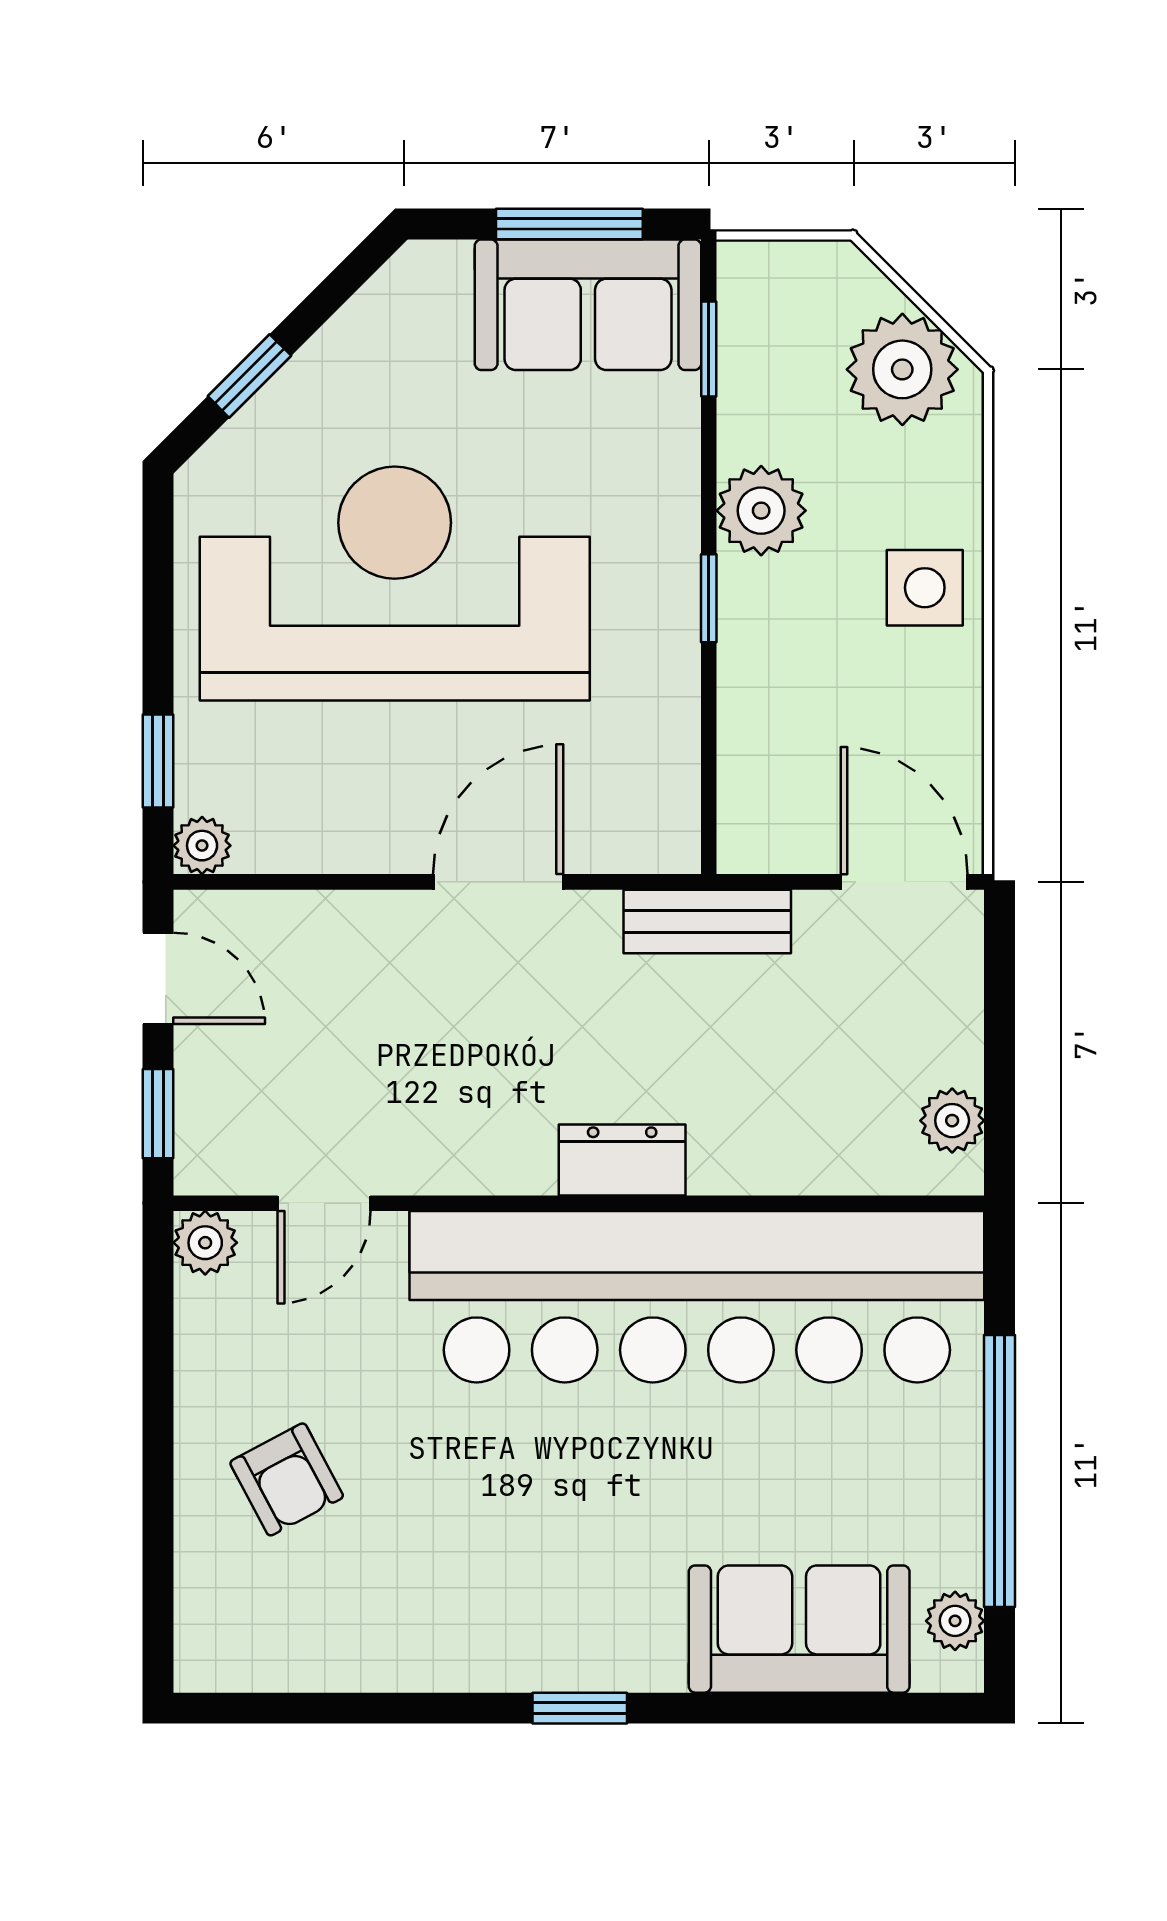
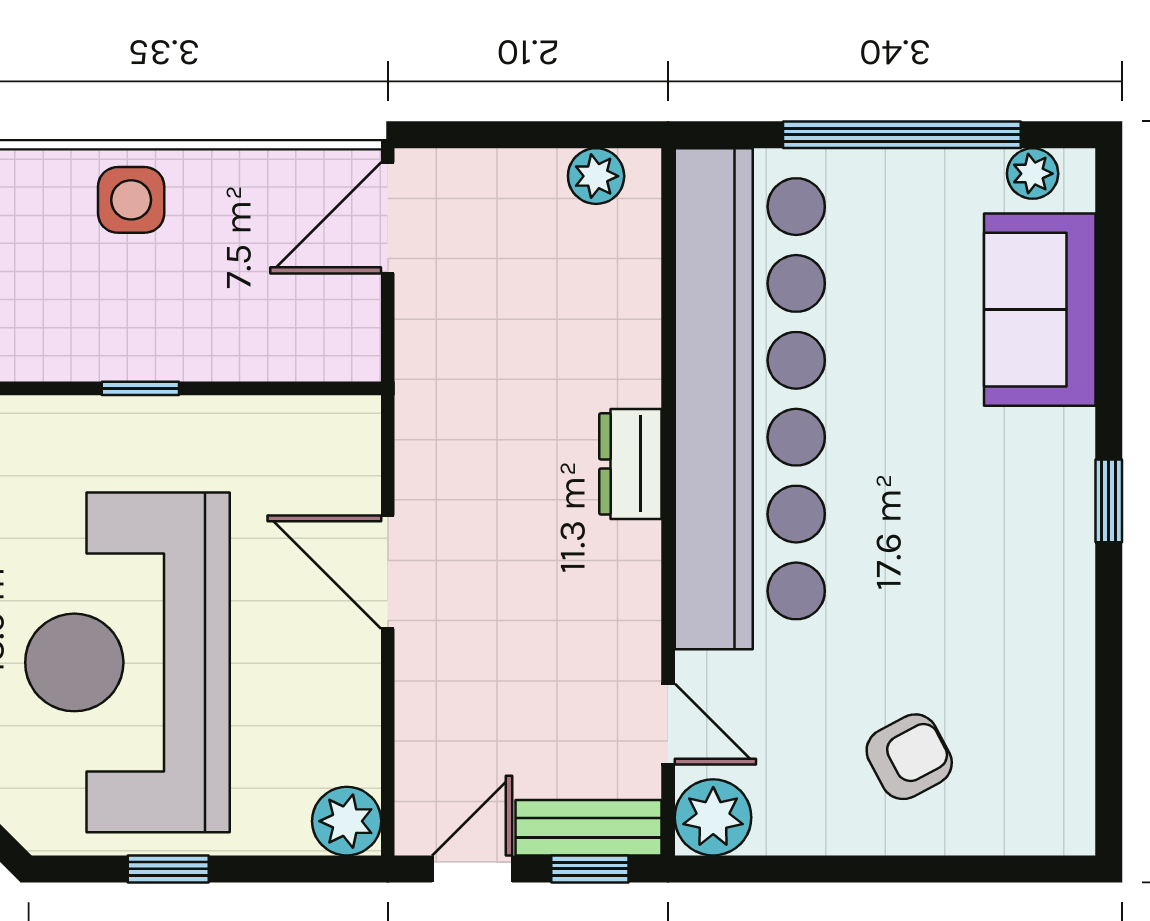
plant: (761, 511) -> (64, 343), removed
window: (158, 761) -> (168, 869), moved
plant: (202, 846) -> (347, 821), width x1.38, depth x1.38
bench: (707, 921) -> (588, 828), moved, turned 90
plant: (205, 1243) -> (713, 817), width x1.38, depth x1.38

